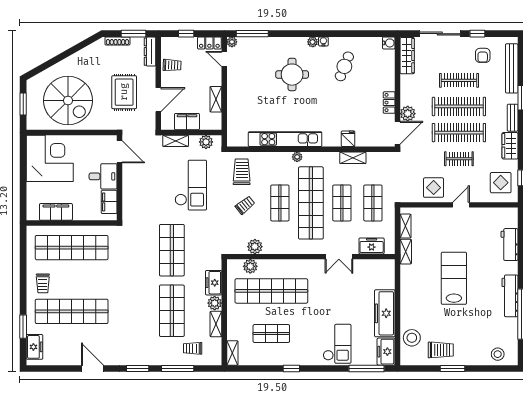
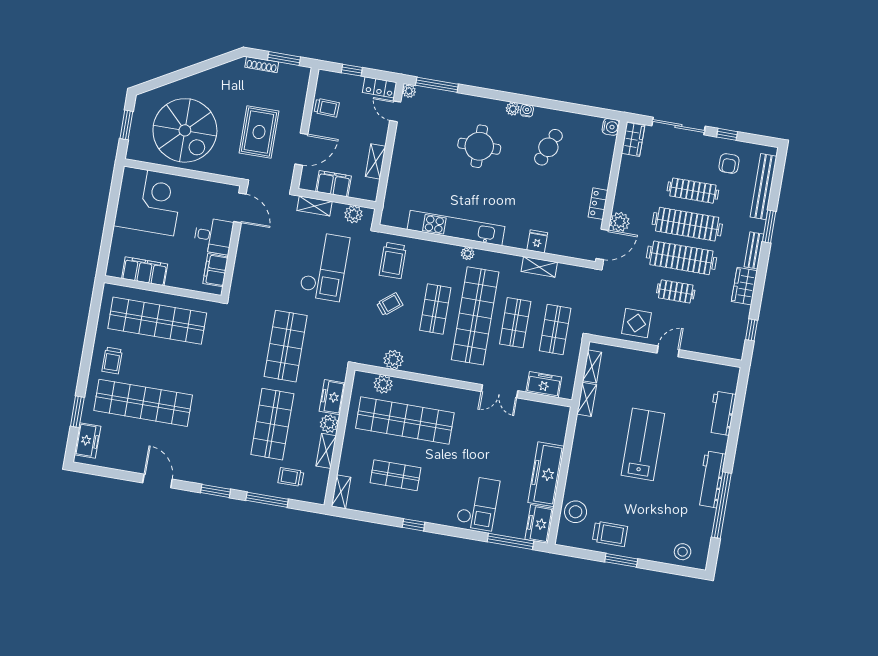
dresser: (150, 52) -> (301, 85), removed
wardrobe: (407, 56) -> (633, 139), width x0.67
trolley: (242, 172) -> (393, 260), turned 180
display table: (501, 183) -> (724, 331), removed

